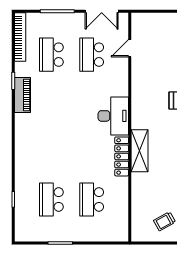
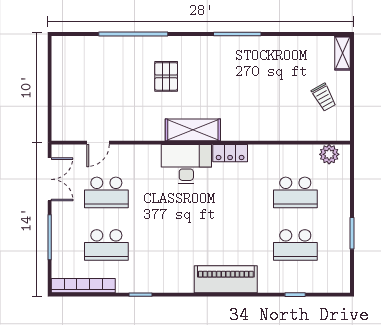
door: (130, 48) -> (98, 143), hinge flipped
piano: (22, 95) -> (226, 279), moved, width x1.37, depth x1.33
shelving: (140, 151) -> (193, 130), moved
locker: (122, 156) -> (230, 153), width x0.66
plant: (121, 225) -> (329, 154), added

